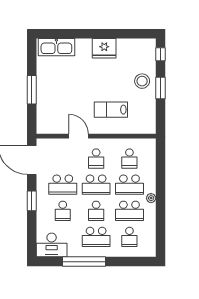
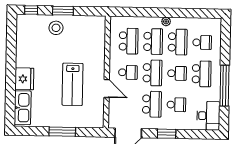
fridge: (104, 48) -> (24, 79), moved
lab bench: (111, 110) -> (73, 84), moved, width x1.36, depth x1.39
door: (79, 136) -> (107, 88), swing flipped
school desk: (129, 159) -> (129, 41), width x1.85

